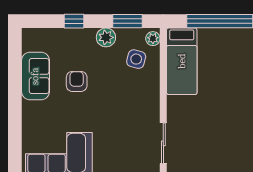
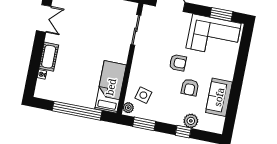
plant: (106, 37) -> (191, 121), moved
armchair: (99, 111) -> (178, 63), added

